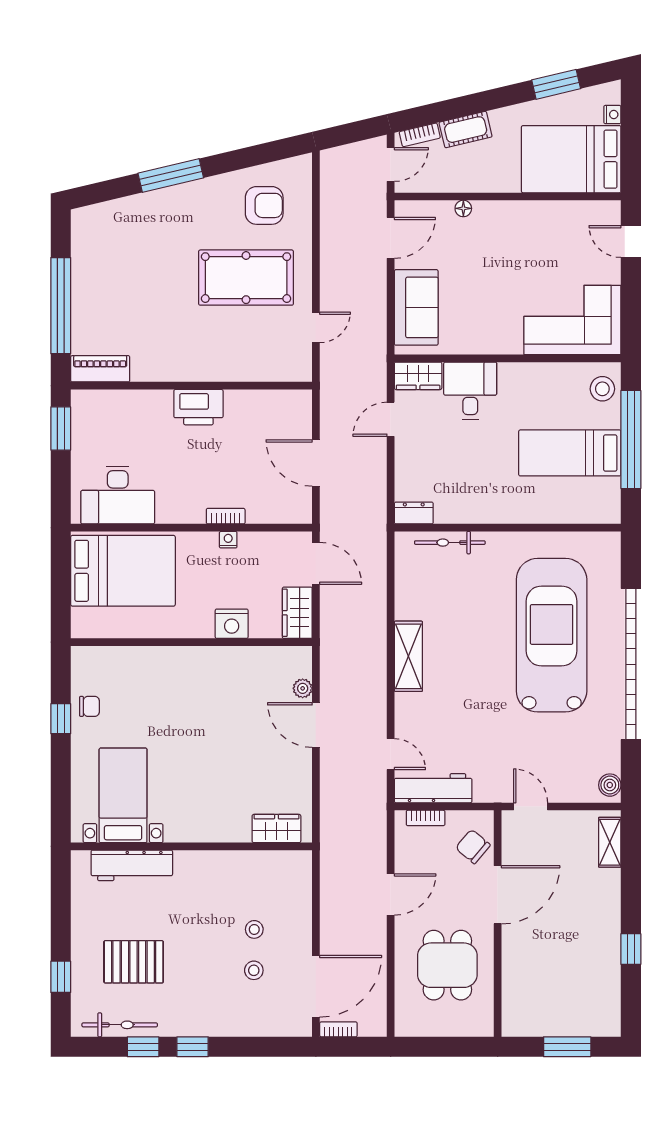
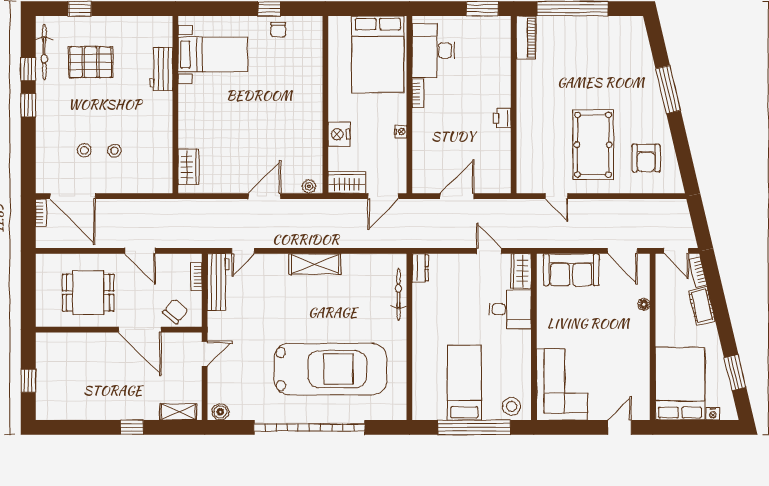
printer: (198, 407) -> (502, 118), width x0.53, depth x0.68
bookcase: (226, 516) -> (418, 93), moved
plant: (303, 688) -> (309, 186), moved
workbench: (132, 865) -> (161, 69), width x0.73
window: (631, 949) -> (132, 427), moved
pallet: (134, 962) -> (91, 62), turned 90
window: (567, 1047) -> (28, 381), width x0.67

